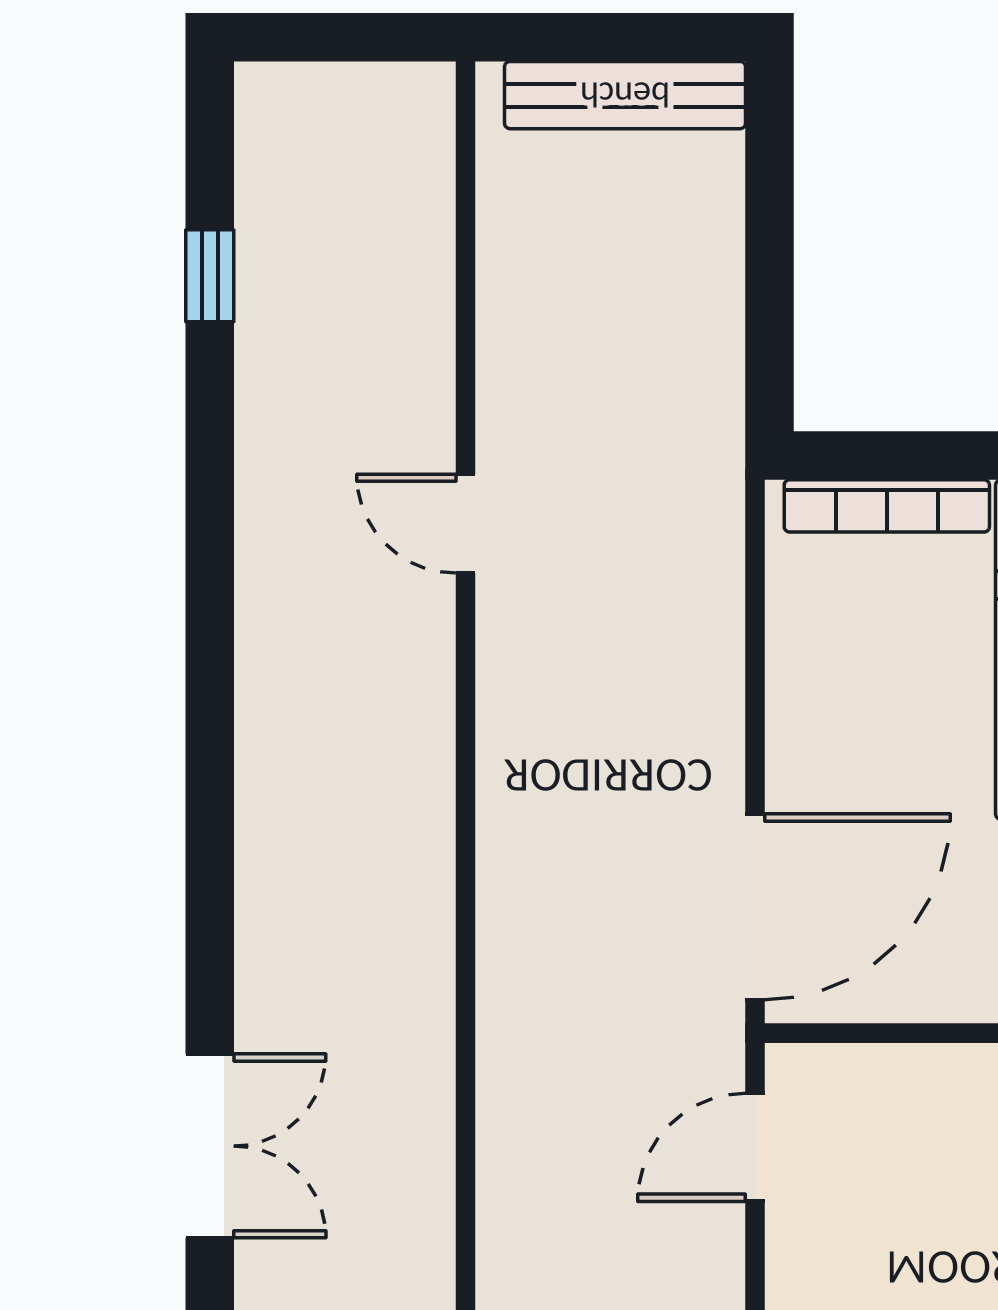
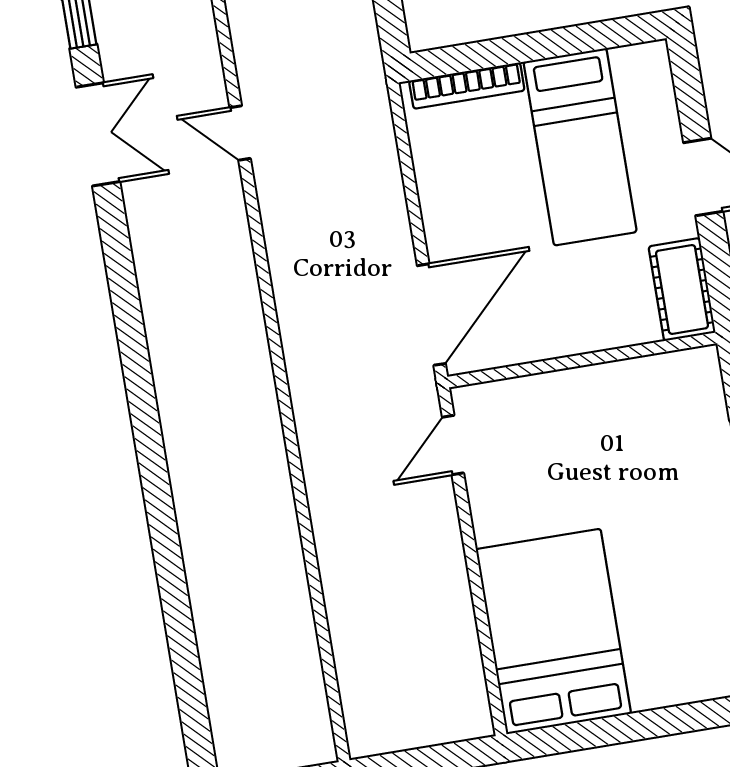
double door: (210, 1146) -> (98, 134), moved

